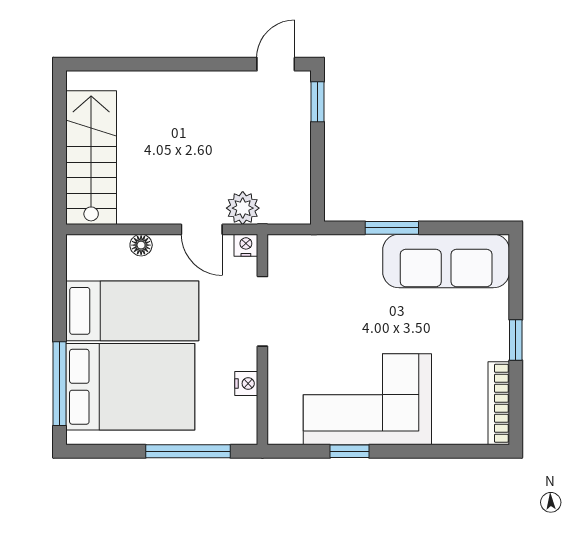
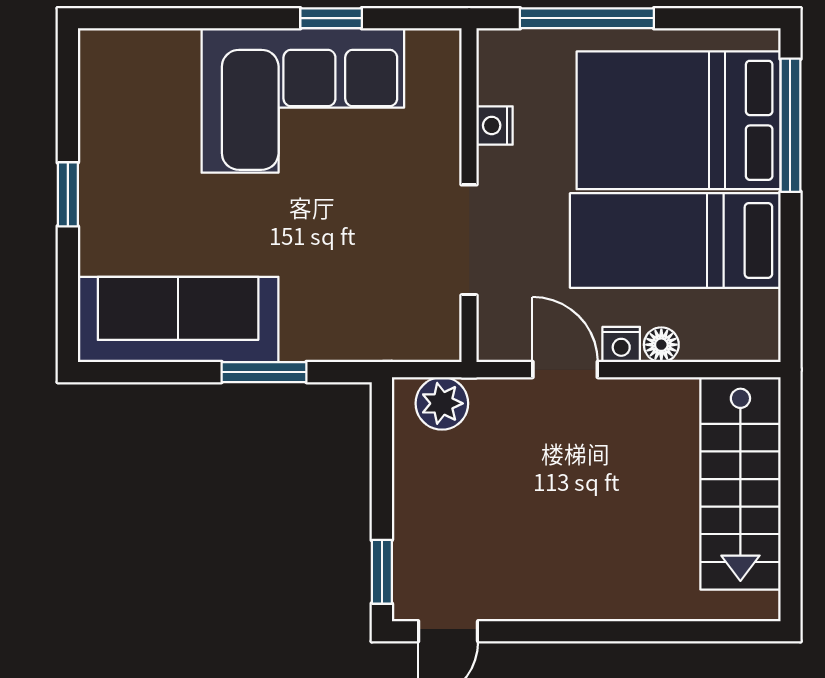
plant: (243, 208) -> (442, 403), moved
nightstand: (246, 245) -> (621, 344), moved
bookcase: (499, 403) -> (95, 94), removed

